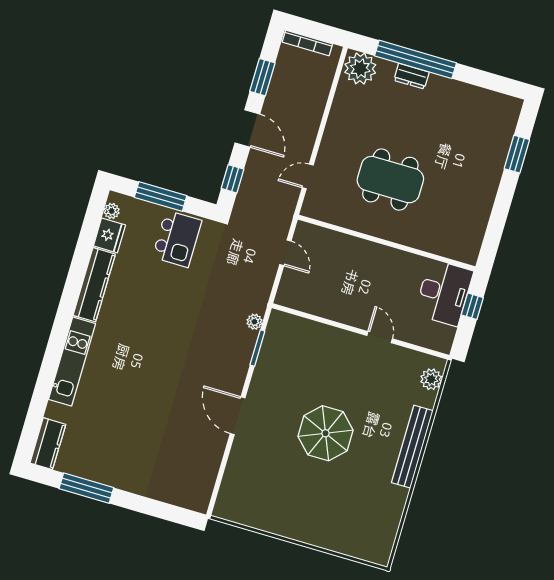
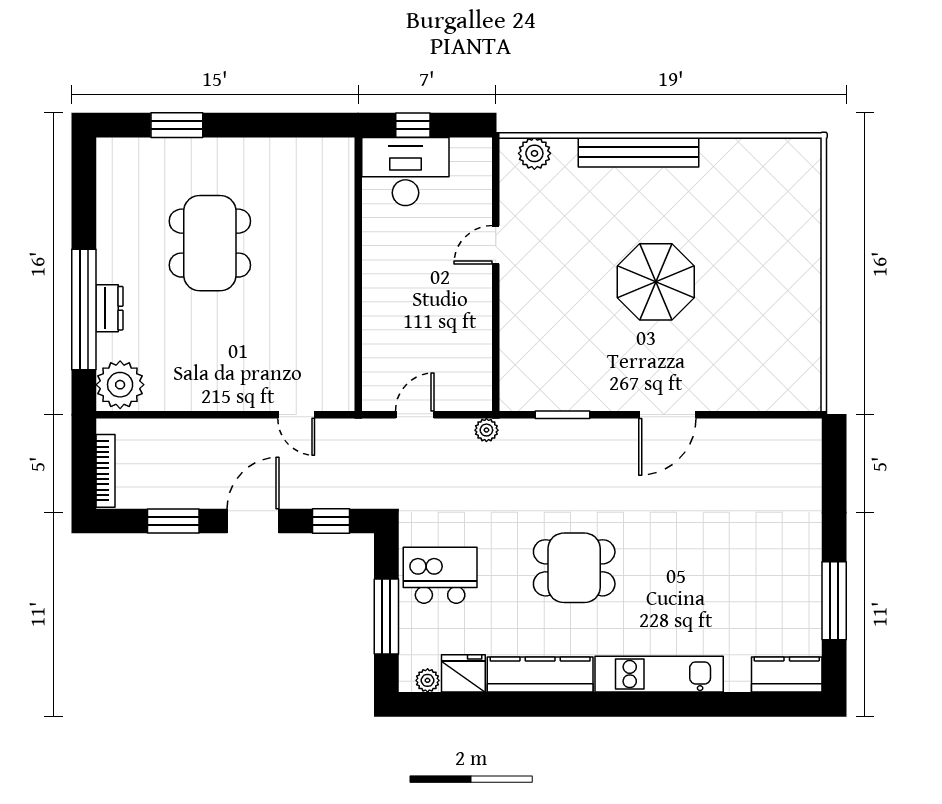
dining table: (390, 180) -> (210, 243), moved
plant: (254, 322) -> (486, 430), moved
dining table: (157, 327) -> (574, 568), added

